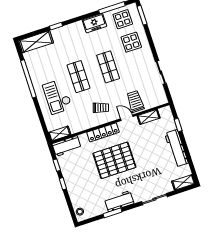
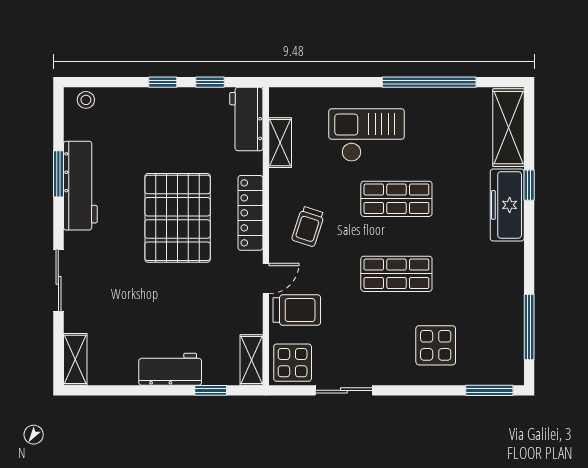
display table: (123, 19) -> (293, 363), moved
freezer: (94, 23) -> (507, 205), moved, width x1.40
shelving: (149, 117) -> (251, 360), moved
shelving: (60, 134) -> (280, 143), moved
workbench: (177, 148) -> (170, 369), width x0.73
workbench: (119, 201) -> (80, 186), width x1.38

